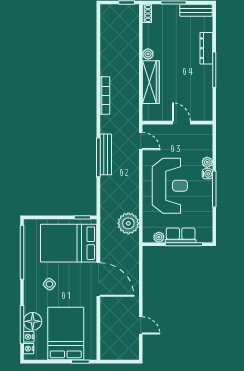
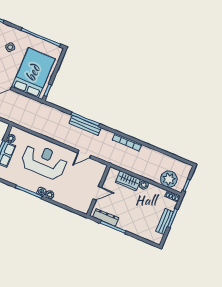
bench: (196, 10) -> (165, 221), moved
dresser: (206, 48) -> (106, 217), moved
wardrobe: (151, 82) -> (128, 181), width x0.67
wall: (177, 123) -> (98, 190), moved
door: (181, 123) -> (97, 193), moved
reception desk: (170, 186) -> (44, 161), turned 180
plant: (128, 223) -> (169, 179), moved

